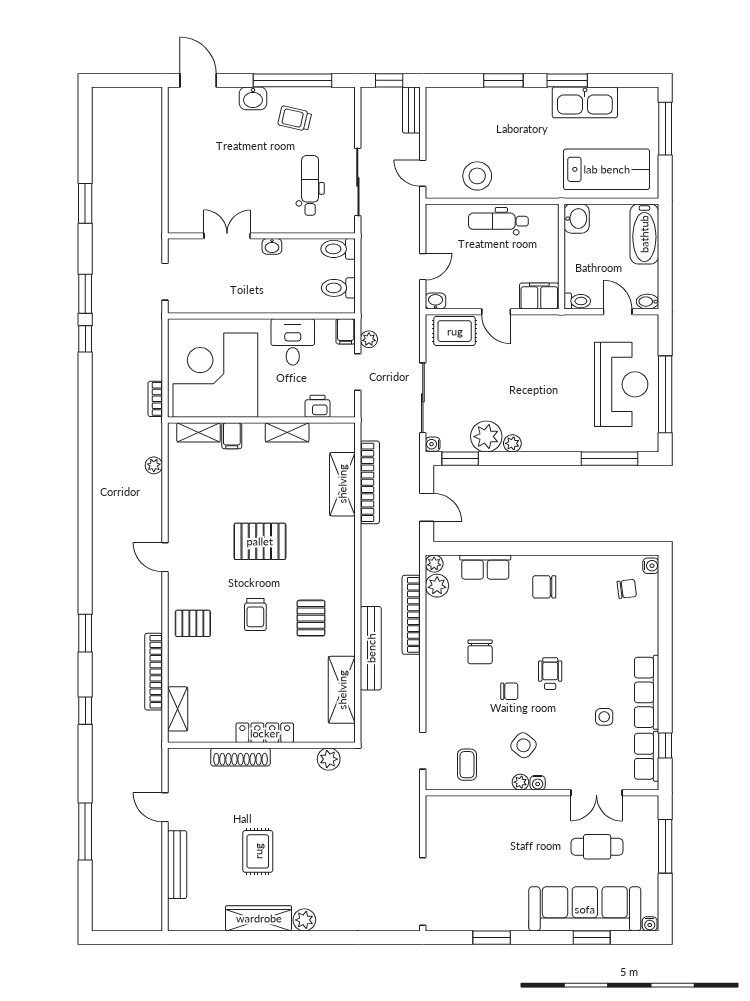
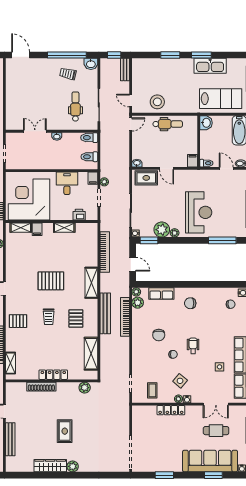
washbasin: (253, 98) -> (91, 64), moved
dental chair: (498, 221) -> (168, 124), turned 180
door: (423, 267) -> (131, 124), moved
filing cabinet: (539, 296) -> (193, 161), width x0.50
reception desk: (621, 384) -> (199, 212), moved
shelving: (342, 484) -> (91, 283), moved
bench: (371, 648) -> (105, 313), moved
locker: (505, 805) -> (171, 410), added
rug: (258, 851) -> (65, 431), moved

